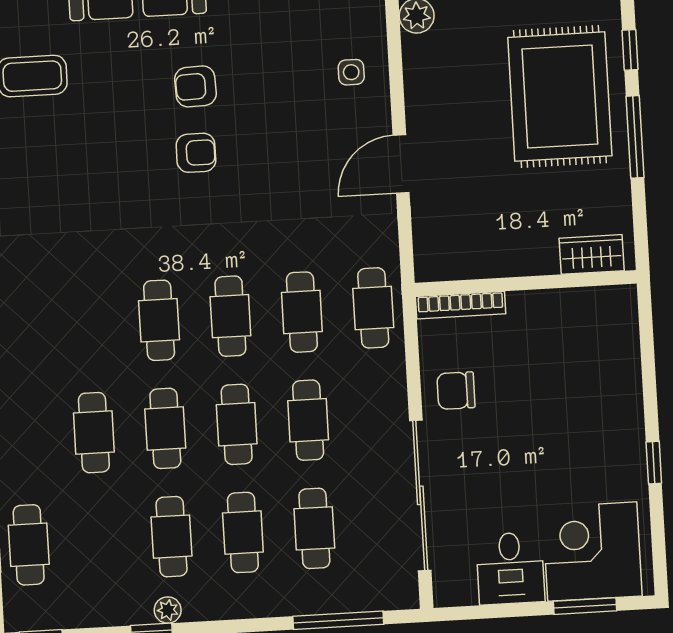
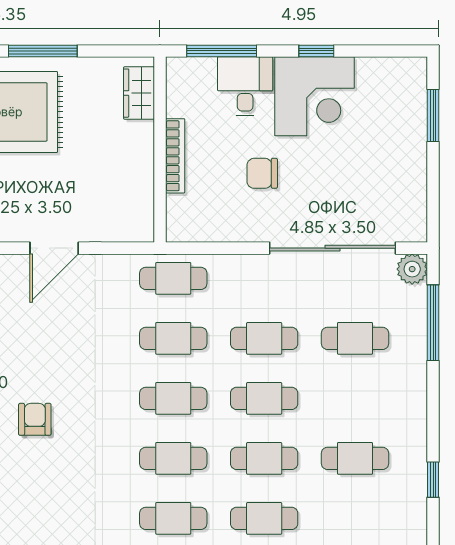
door: (401, 164) -> (54, 248), hinge flipped
bookcase: (461, 305) -> (175, 156), moved
window: (647, 350) -> (222, 51), added
chair: (456, 391) -> (262, 173), moved, turned 90
cafe table: (243, 532) -> (173, 518), moved
corner desk: (592, 552) -> (314, 96), moved, turned -90
desk: (510, 568) -> (245, 86), moved, turned -90
plant: (168, 610) -> (412, 269), moved, width x1.38, depth x1.38

